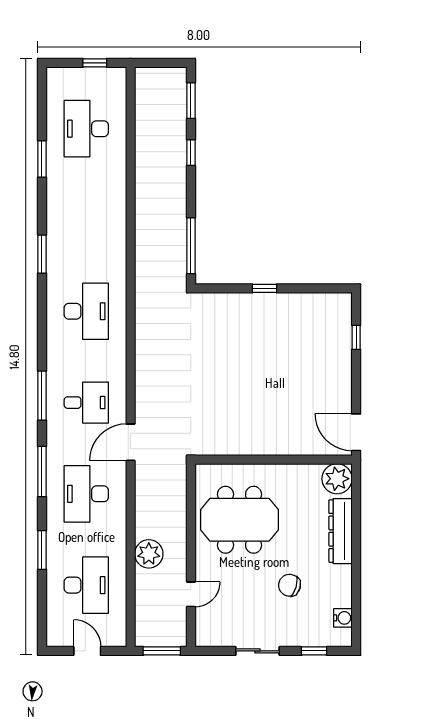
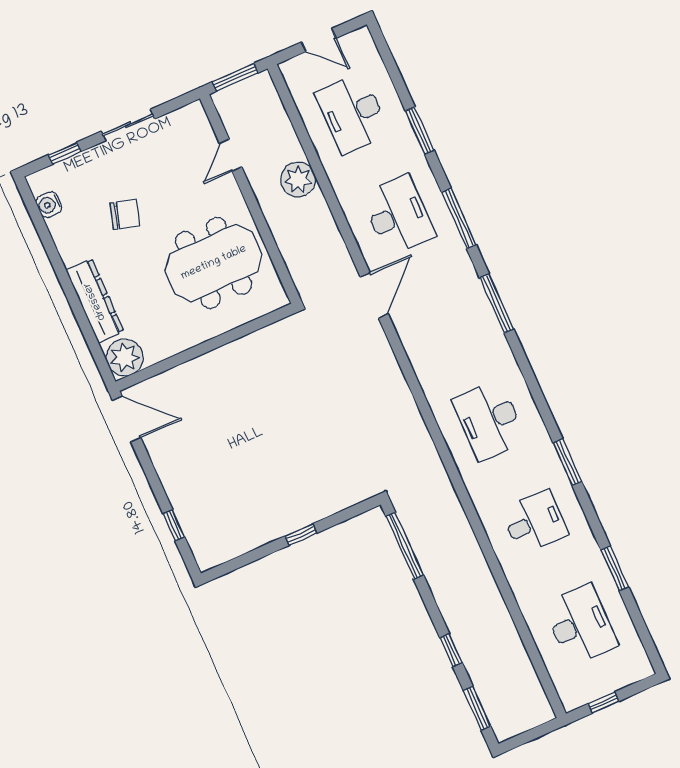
desk: (86, 403) -> (535, 522), moved, turned 180

